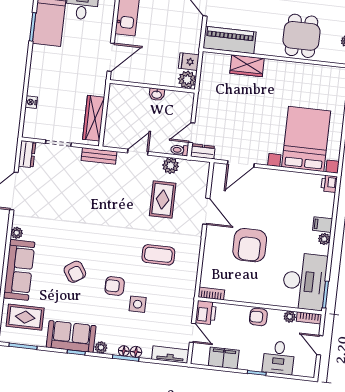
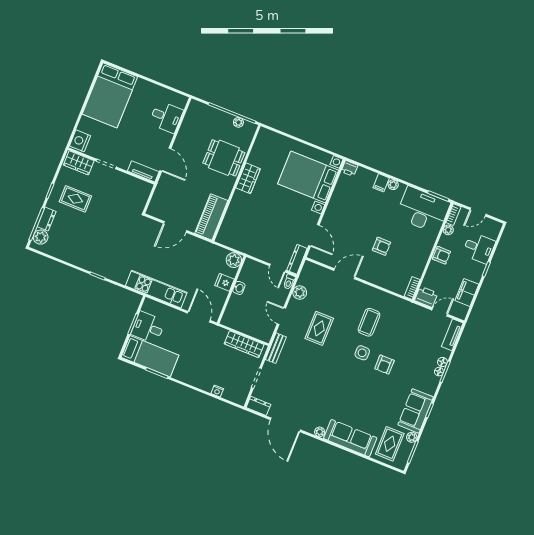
fridge: (189, 62) -> (224, 282), moved, turned 90
wardrobe: (247, 66) -> (248, 178), moved
dresser: (203, 151) -> (297, 259), width x1.44
rug: (163, 199) -> (319, 328), moved, turned 90
armchair: (250, 245) -> (381, 246), width x0.53, depth x0.53
armchair: (75, 272) -> (364, 394), removed
side table: (138, 304) -> (362, 353), moved
armchair: (258, 317) -> (442, 255), turned -90
plant: (101, 347) -> (412, 437), moved

